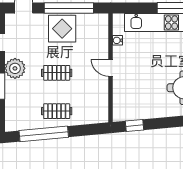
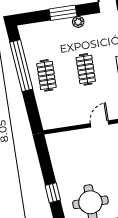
plant: (15, 68) -> (78, 22), width x0.53, depth x0.53
window: (135, 125) -> (53, 193), moved

